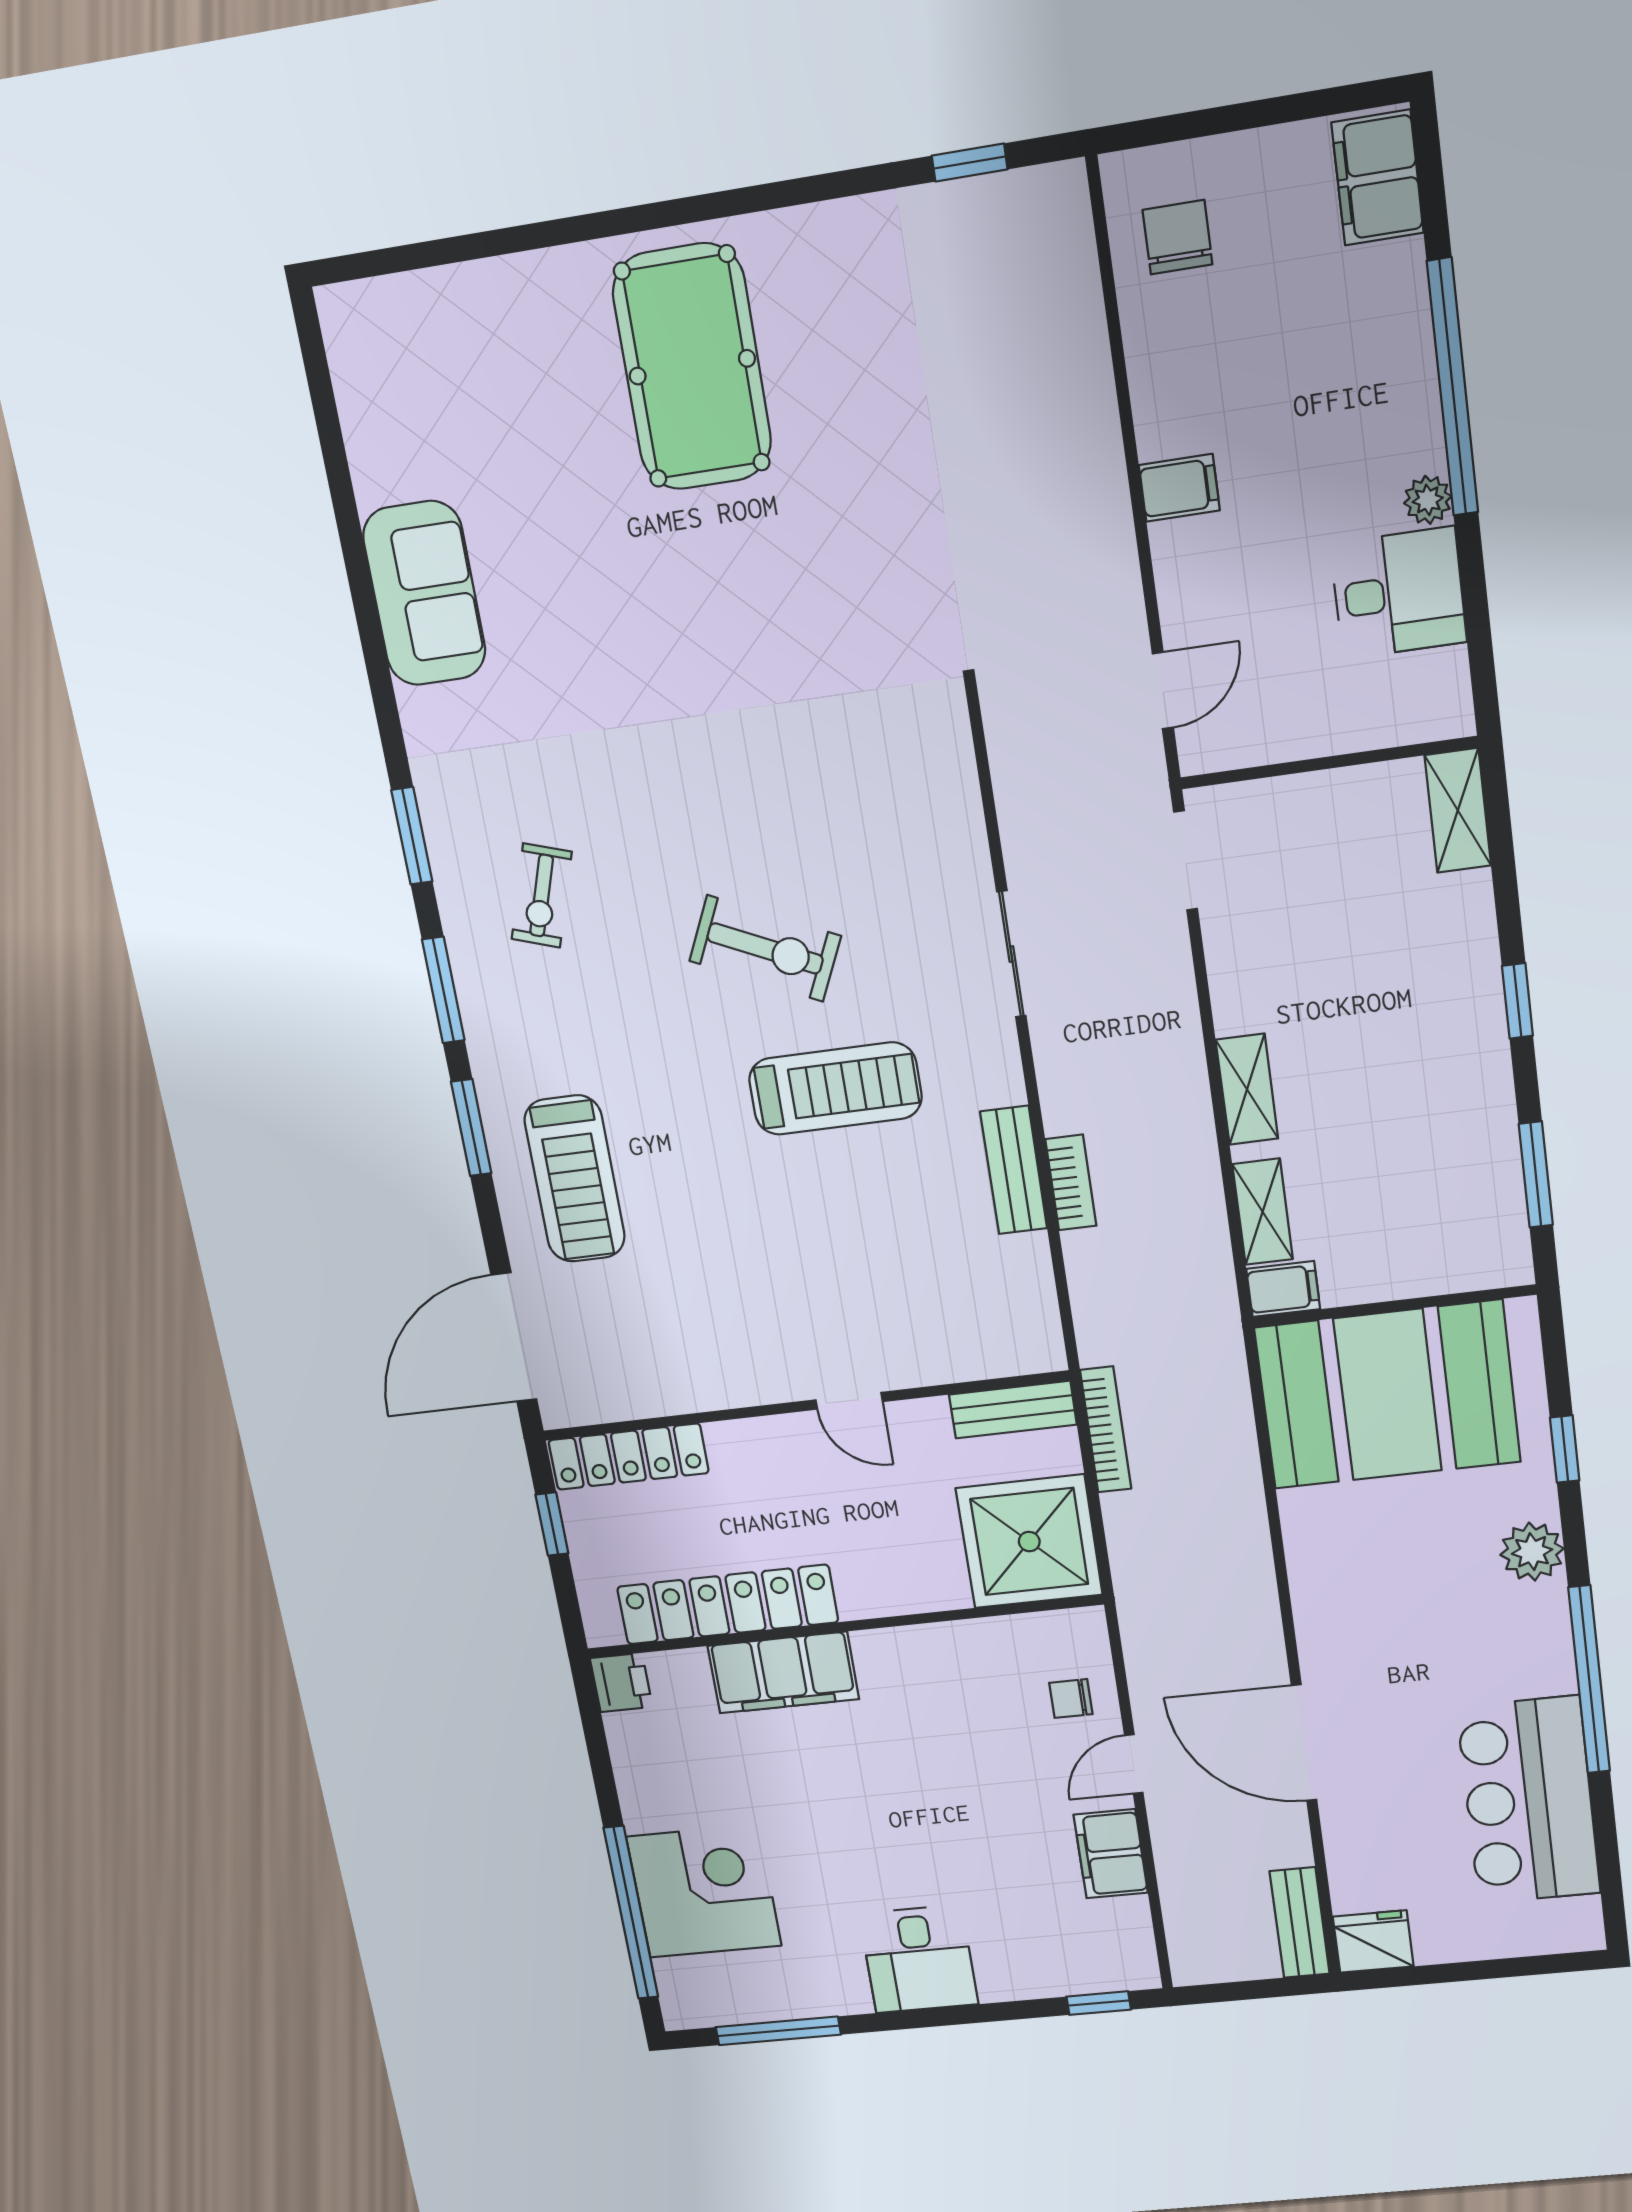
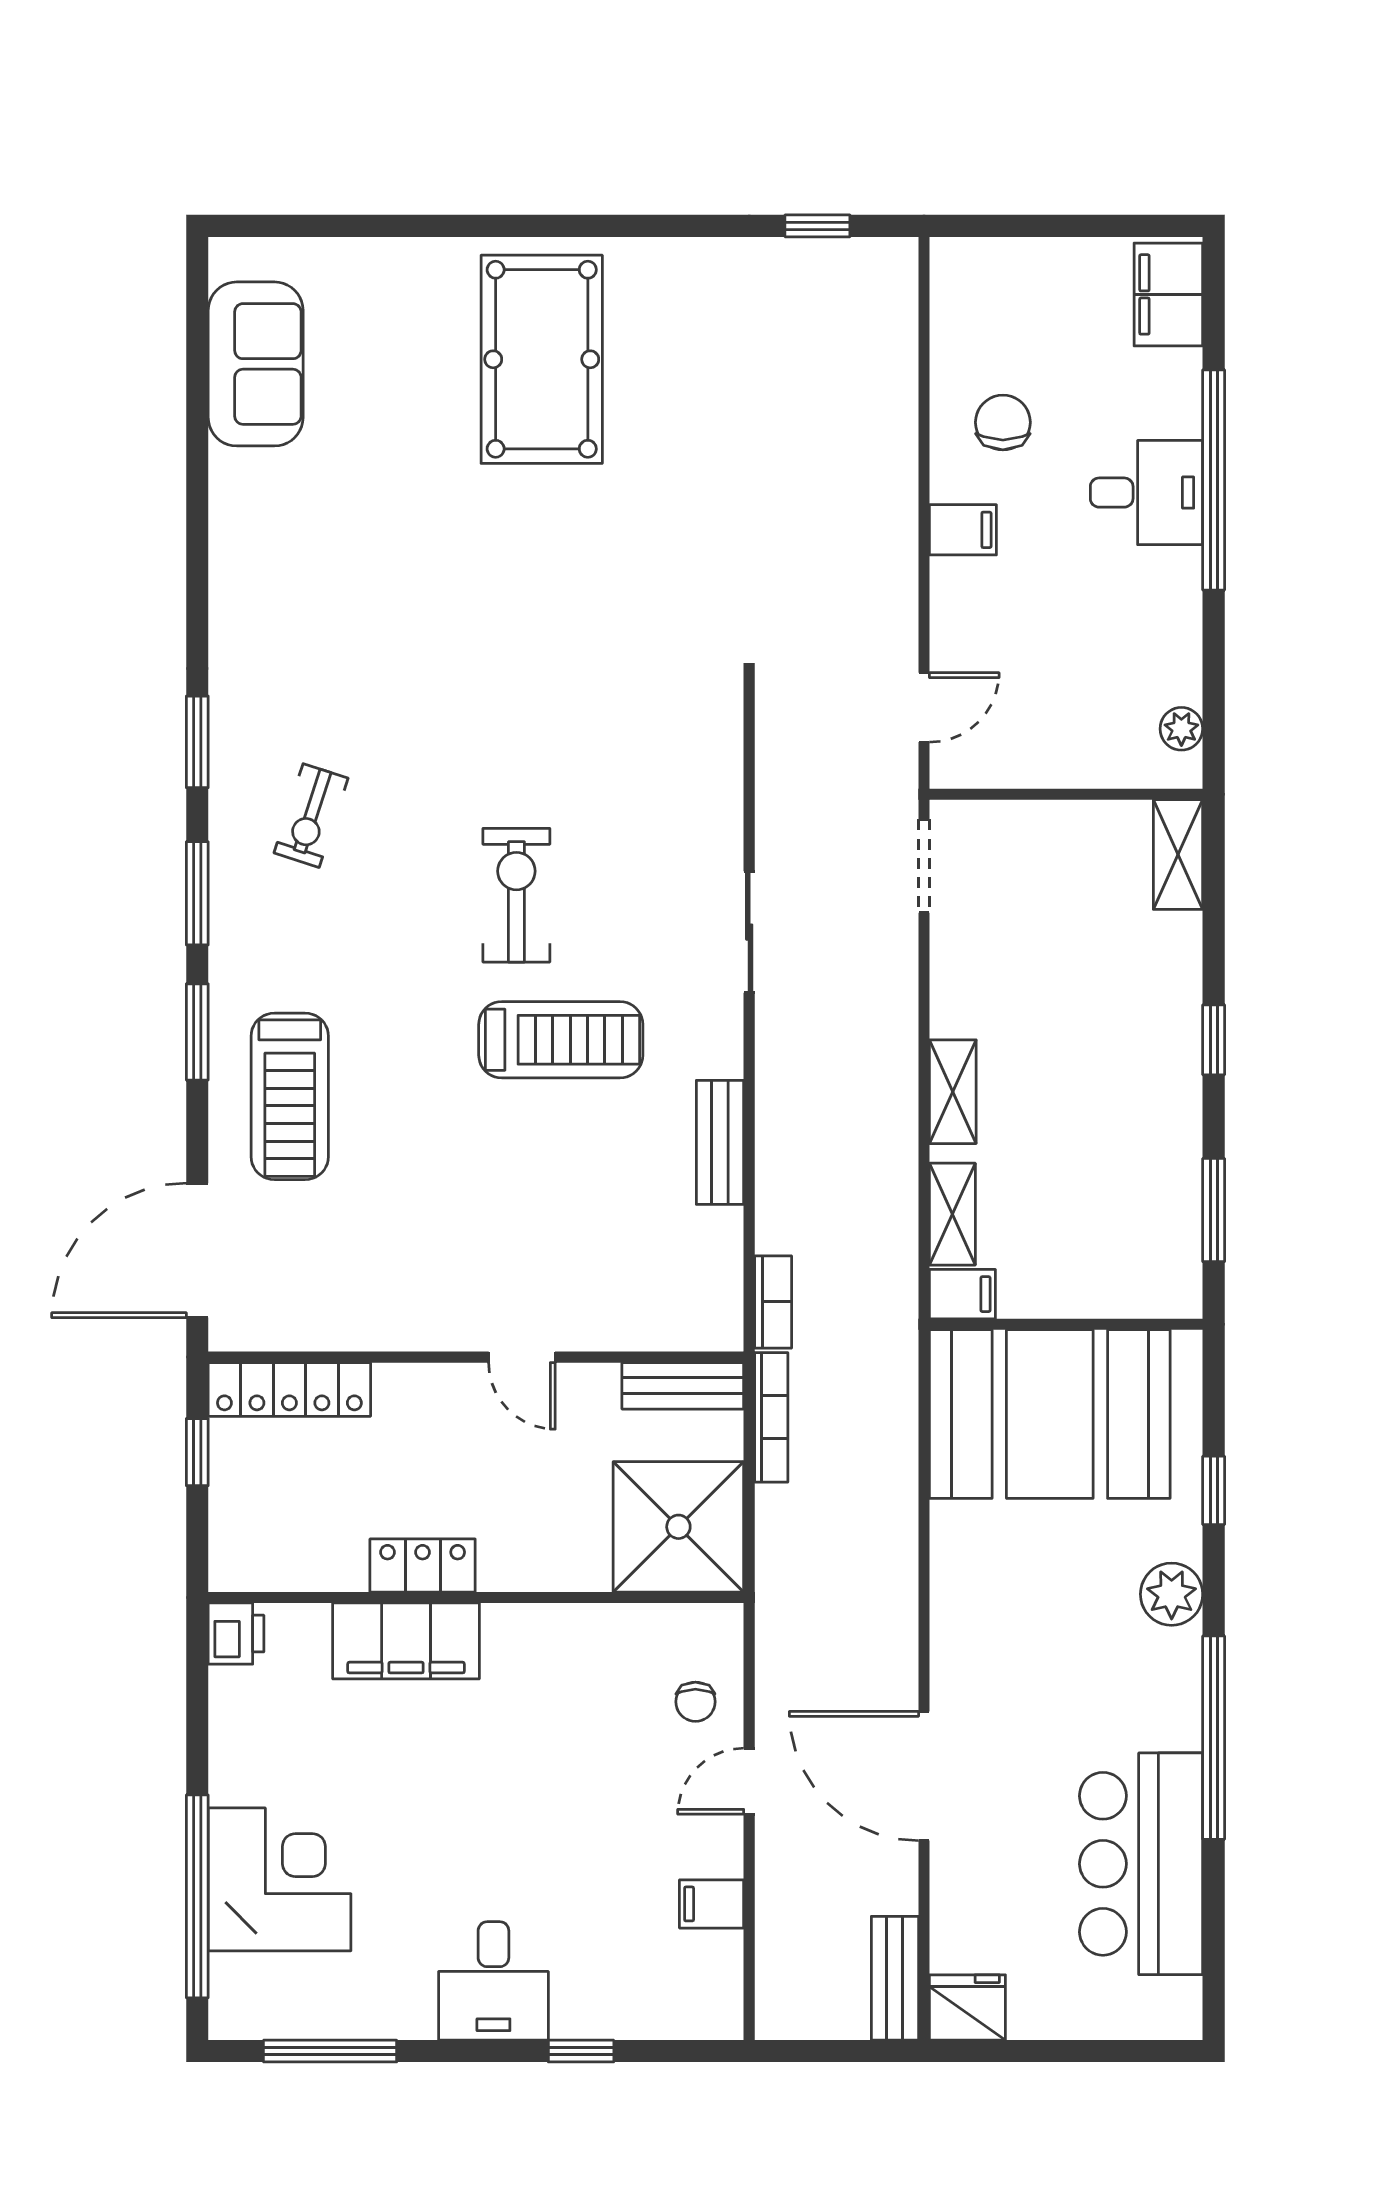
chair: (1178, 237) -> (1003, 422), moved
plant: (1428, 500) -> (1181, 729), moved
sofa: (424, 593) -> (256, 364), moved
desk: (1399, 593) -> (1147, 493), moved
exercise bike: (765, 948) -> (516, 895), turned -115
bookcase: (1071, 1182) -> (773, 1302), moved
locker: (727, 1604) -> (423, 1565), width x0.46, depth x0.83
chair: (1071, 1698) -> (695, 1702), turned -90
filing cabinet: (1111, 1854) -> (712, 1904), width x0.50
window: (1099, 2003) -> (581, 2051), moved

